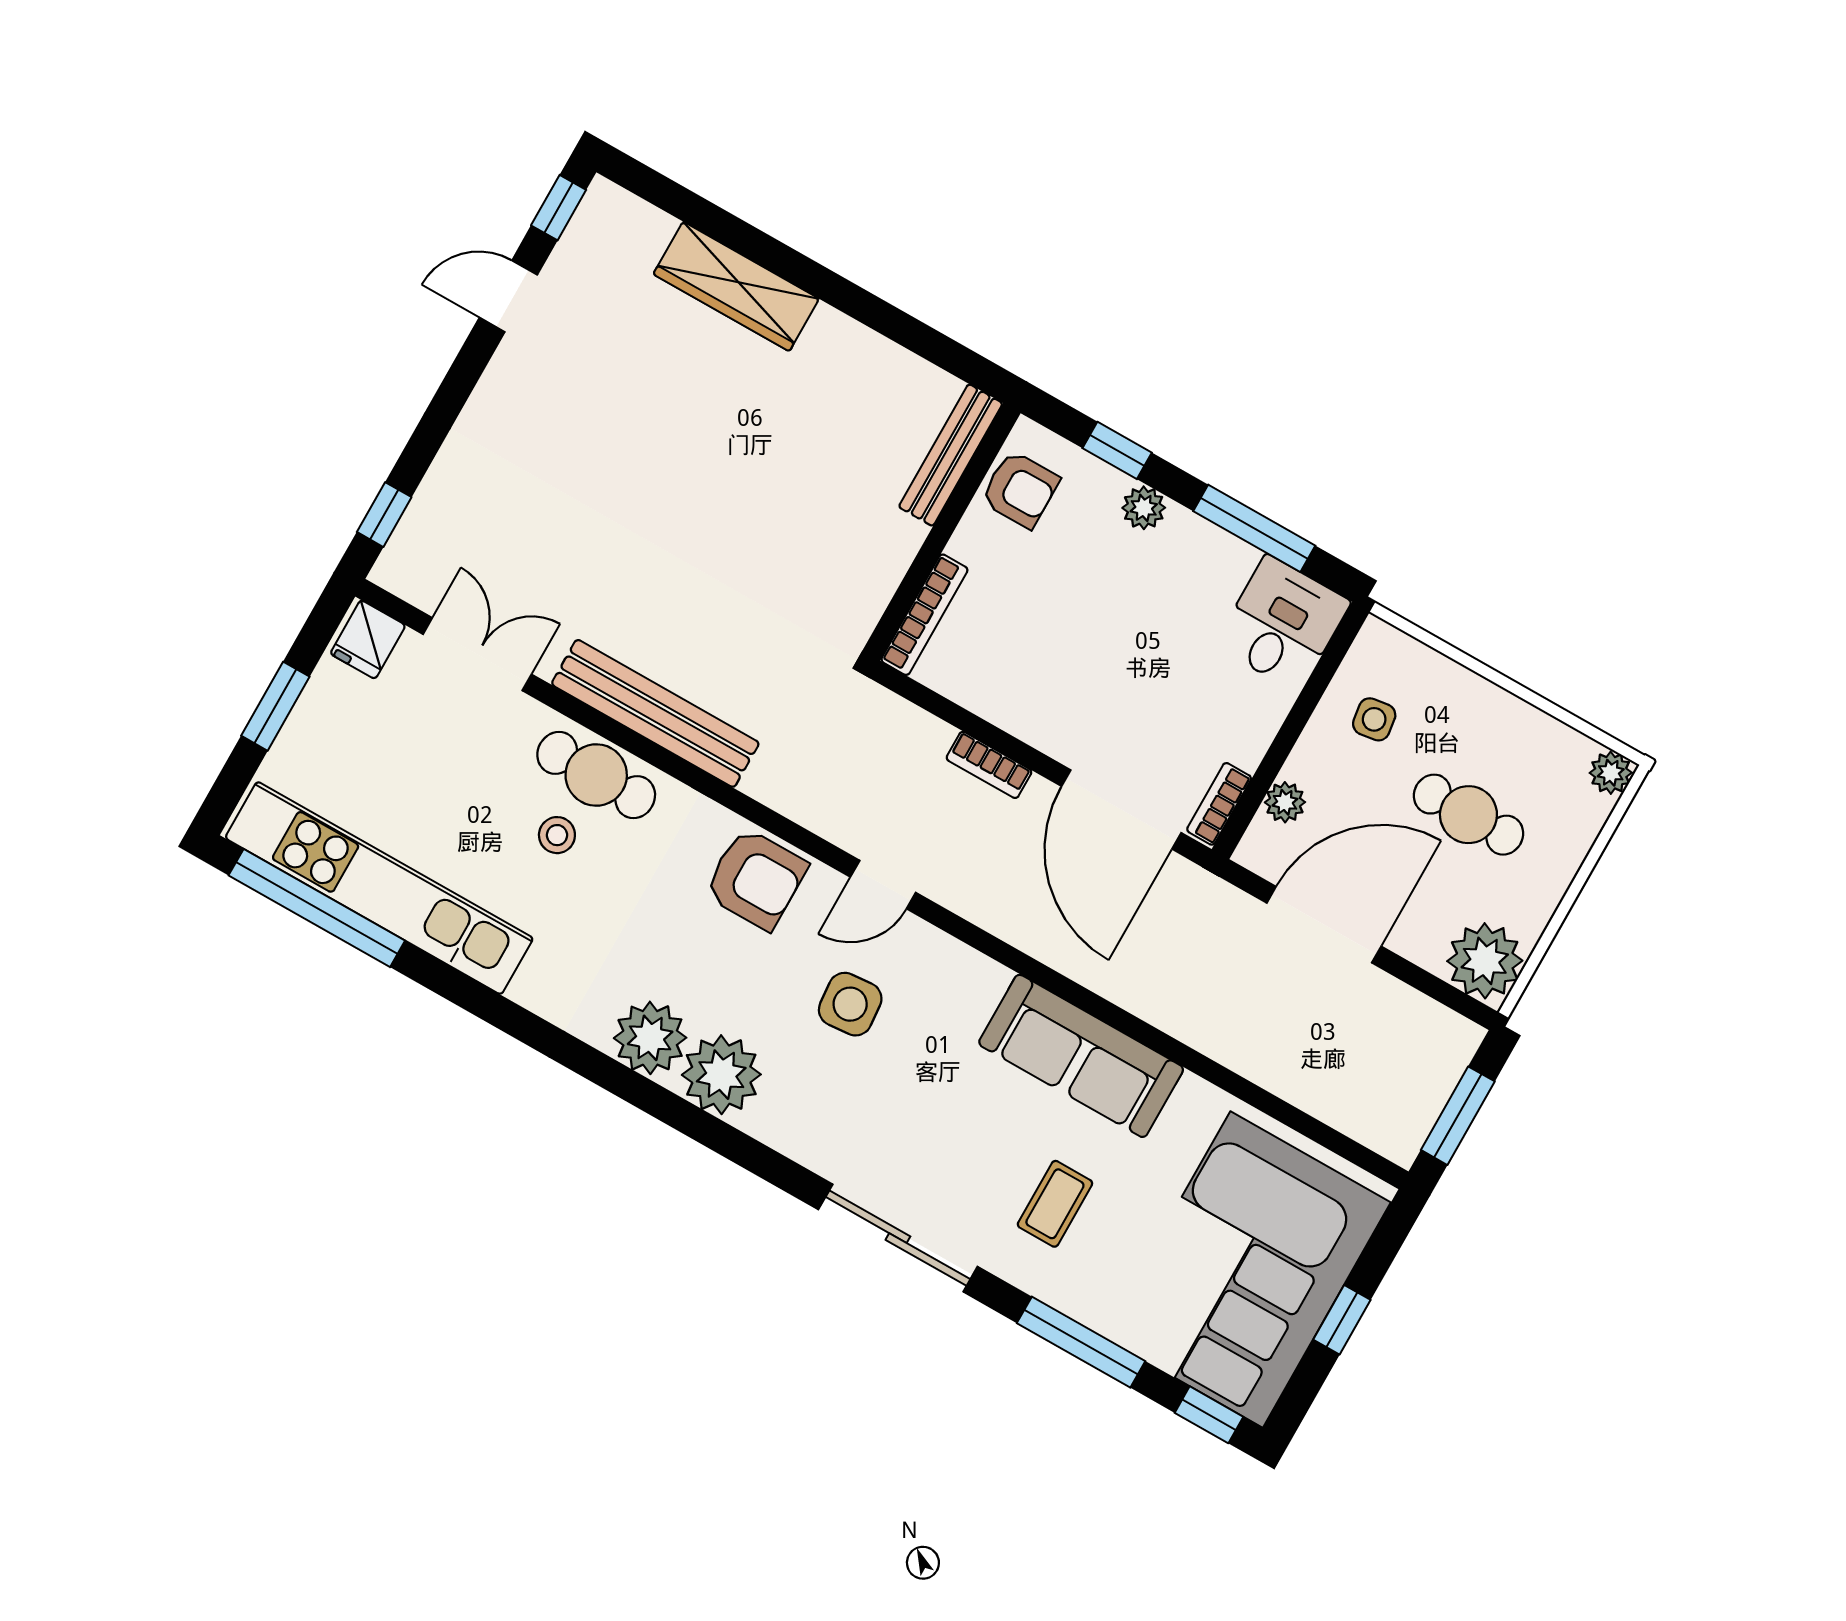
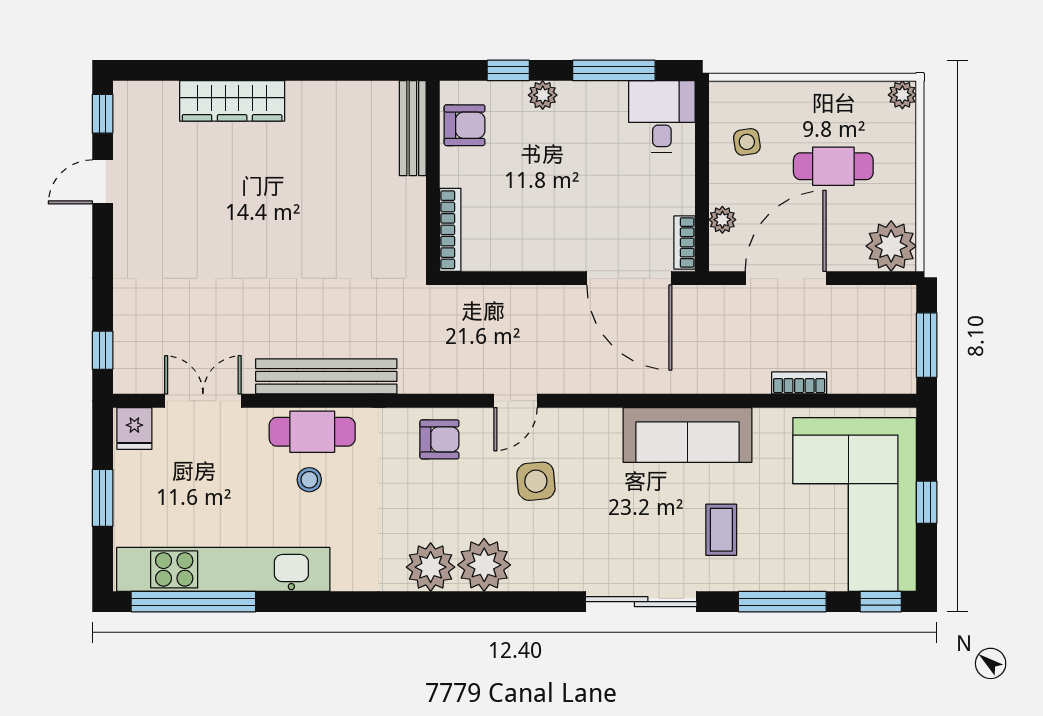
bookcase: (989, 765) -> (799, 383), moved, turned 180
armchair: (756, 879) -> (439, 439), width x0.72, depth x0.72

